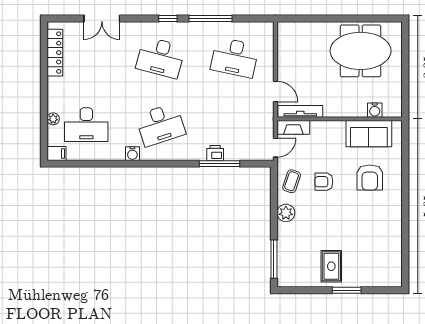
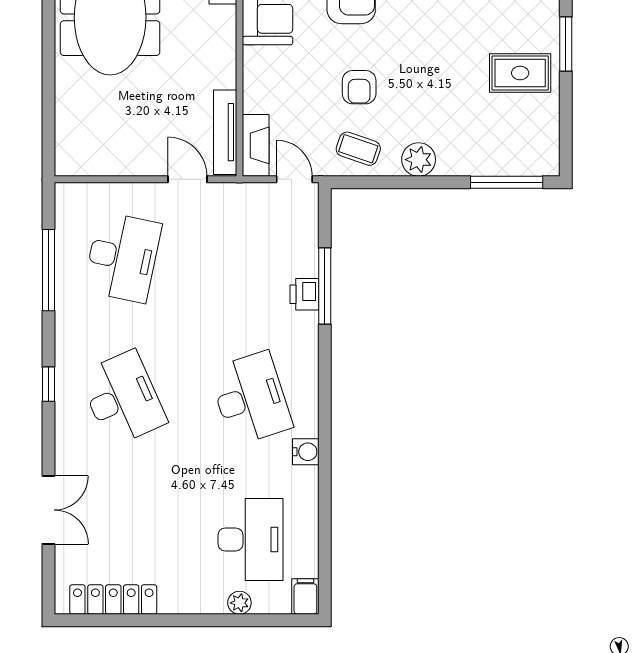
window: (210, 19) -> (48, 270), moved
desk: (160, 57) -> (123, 398), turned -39
door: (276, 92) -> (187, 179), hinge flipped

